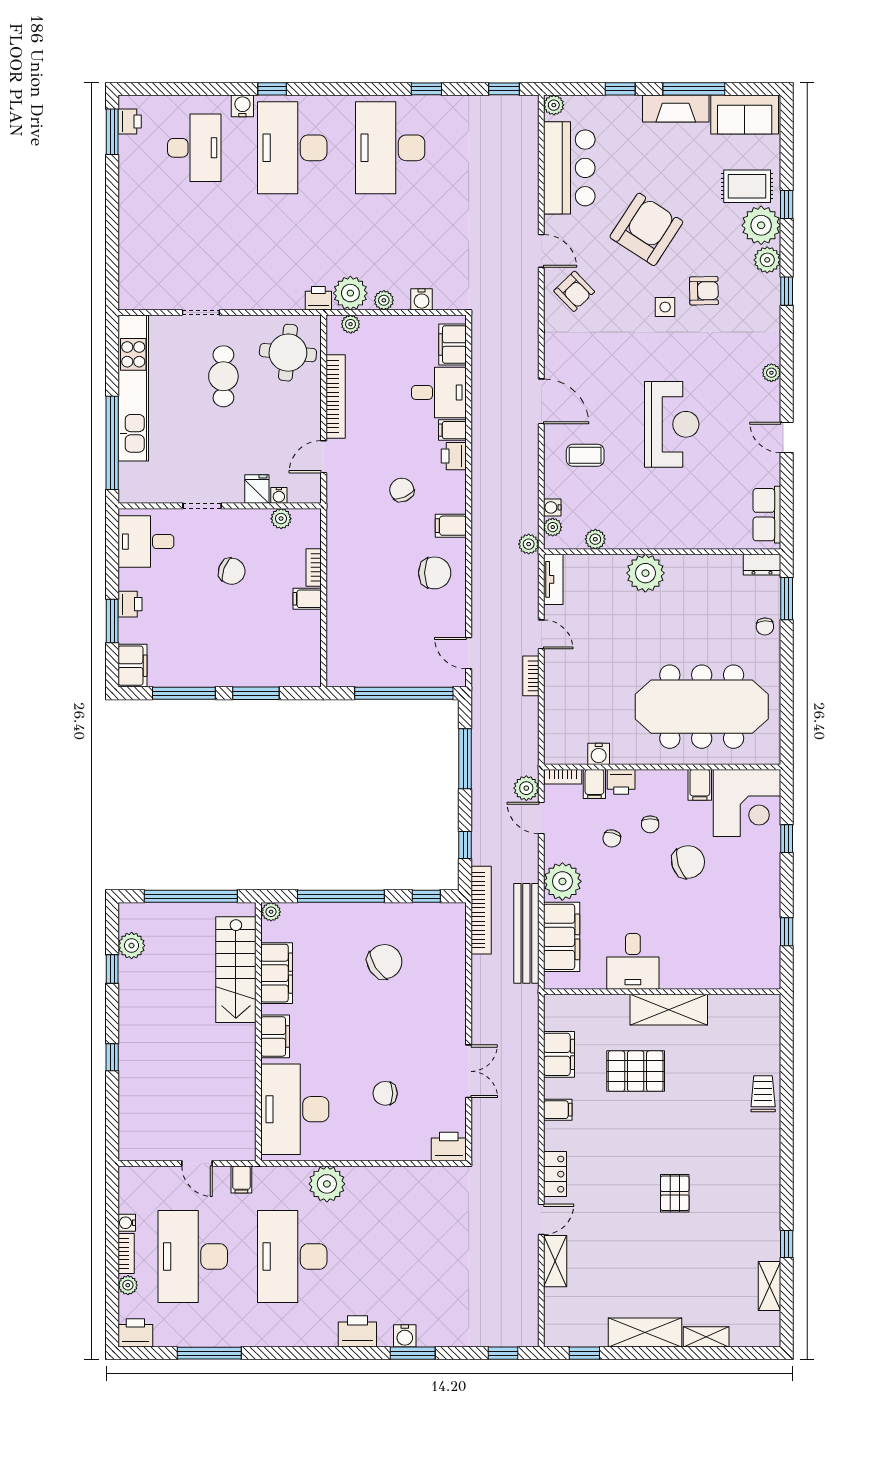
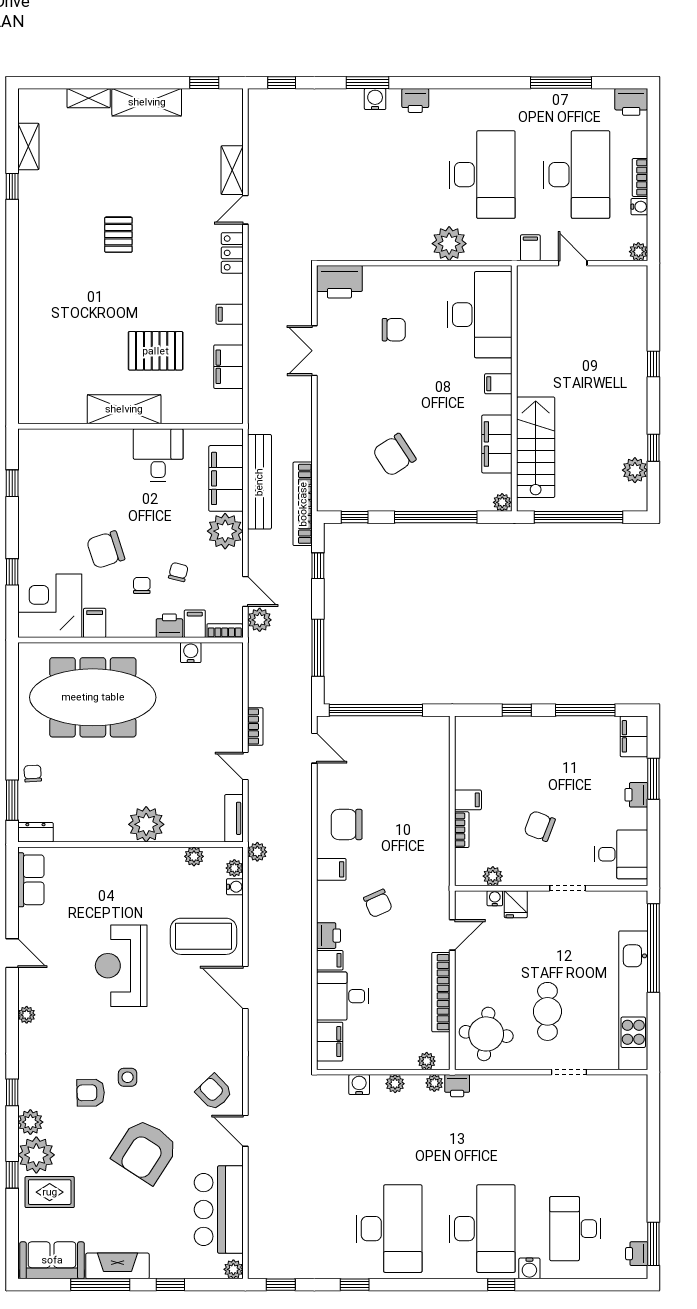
plant: (350, 293) -> (434, 1083), width x0.53, depth x0.53
coffee table: (585, 455) -> (204, 936), width x1.86, depth x1.72
window: (256, 693) -> (517, 710), width x0.67
filing cabinet: (275, 1036) -> (498, 384), width x0.50
trolley: (763, 1094) -> (34, 329), removed
printer: (449, 1147) -> (339, 282), width x1.37, depth x1.19
plant: (128, 1285) -> (638, 252), moved
printer: (357, 1331) -> (415, 100), width x0.73, depth x0.81

